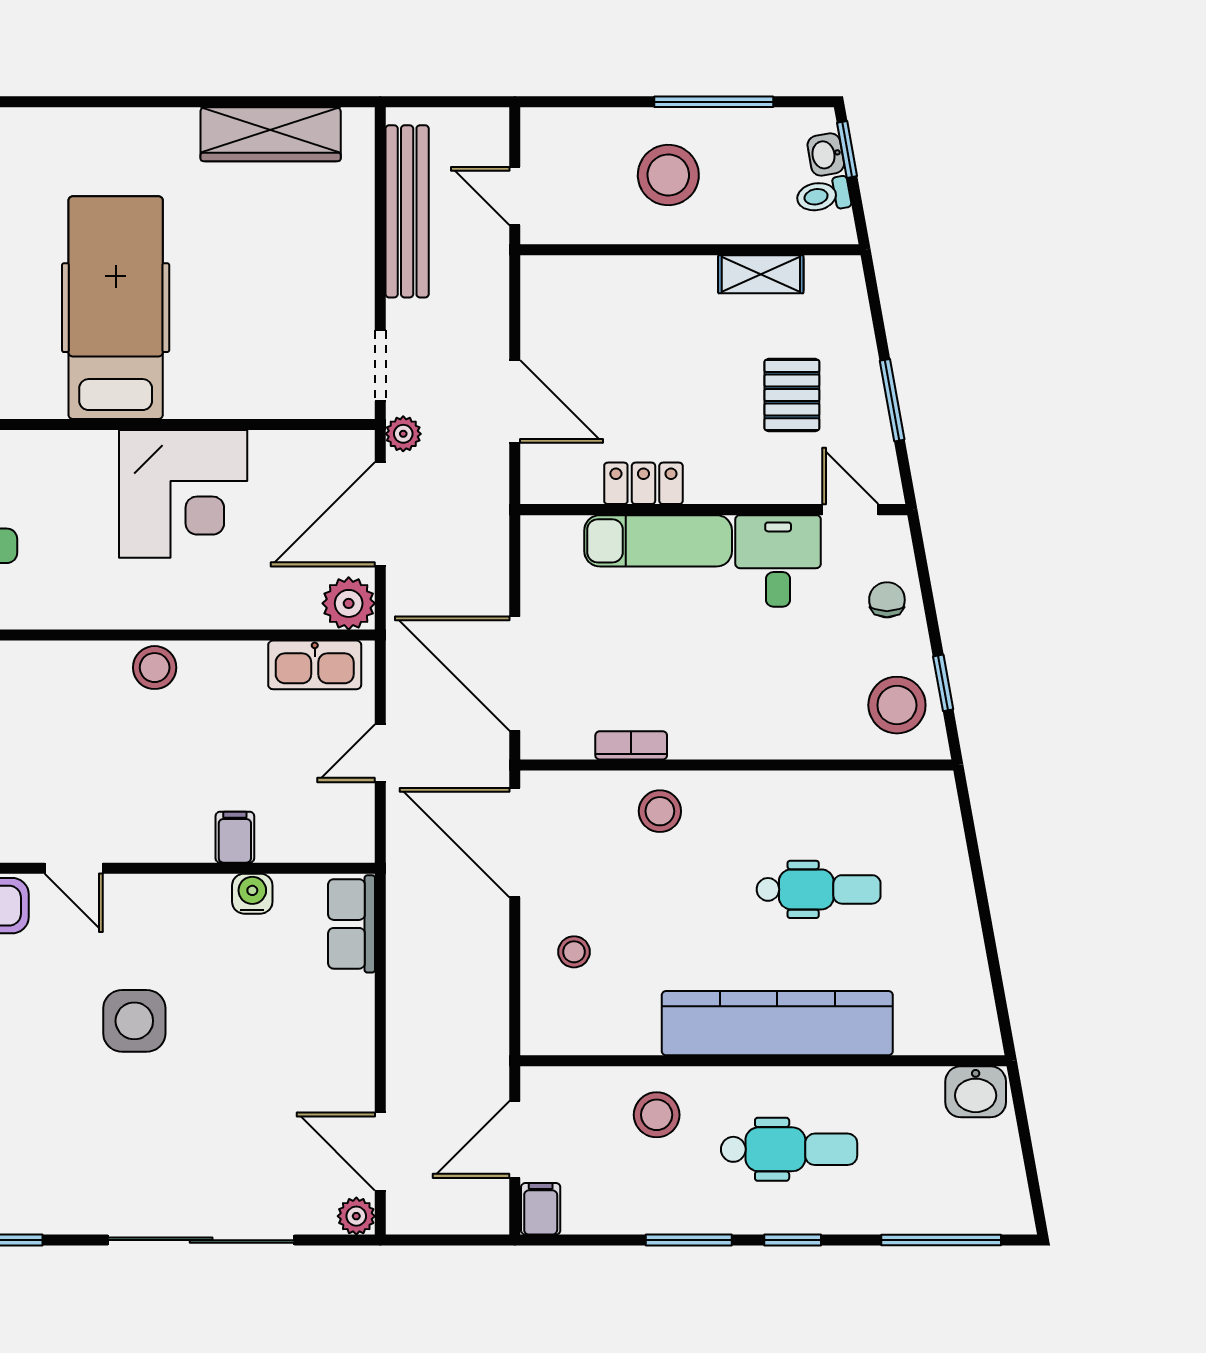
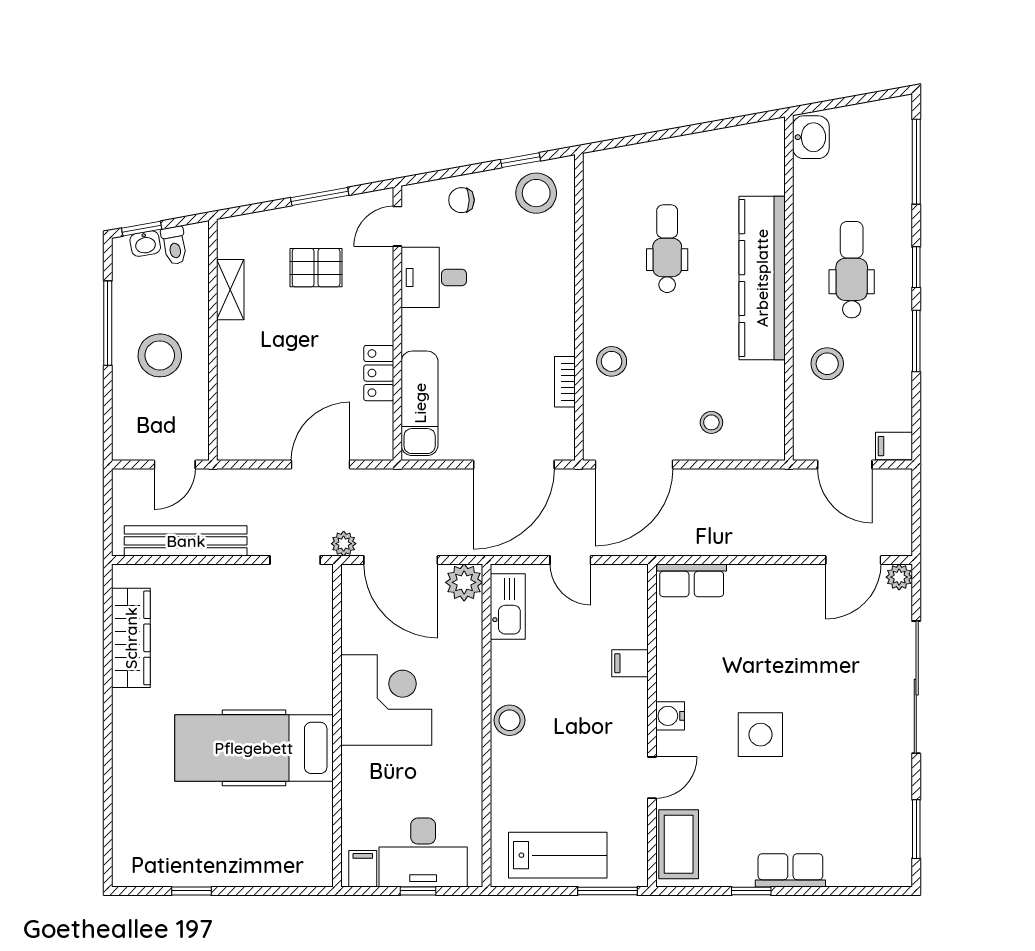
exam couch: (658, 541) -> (420, 403), moved
water cooler: (252, 894) -> (670, 716), moved

